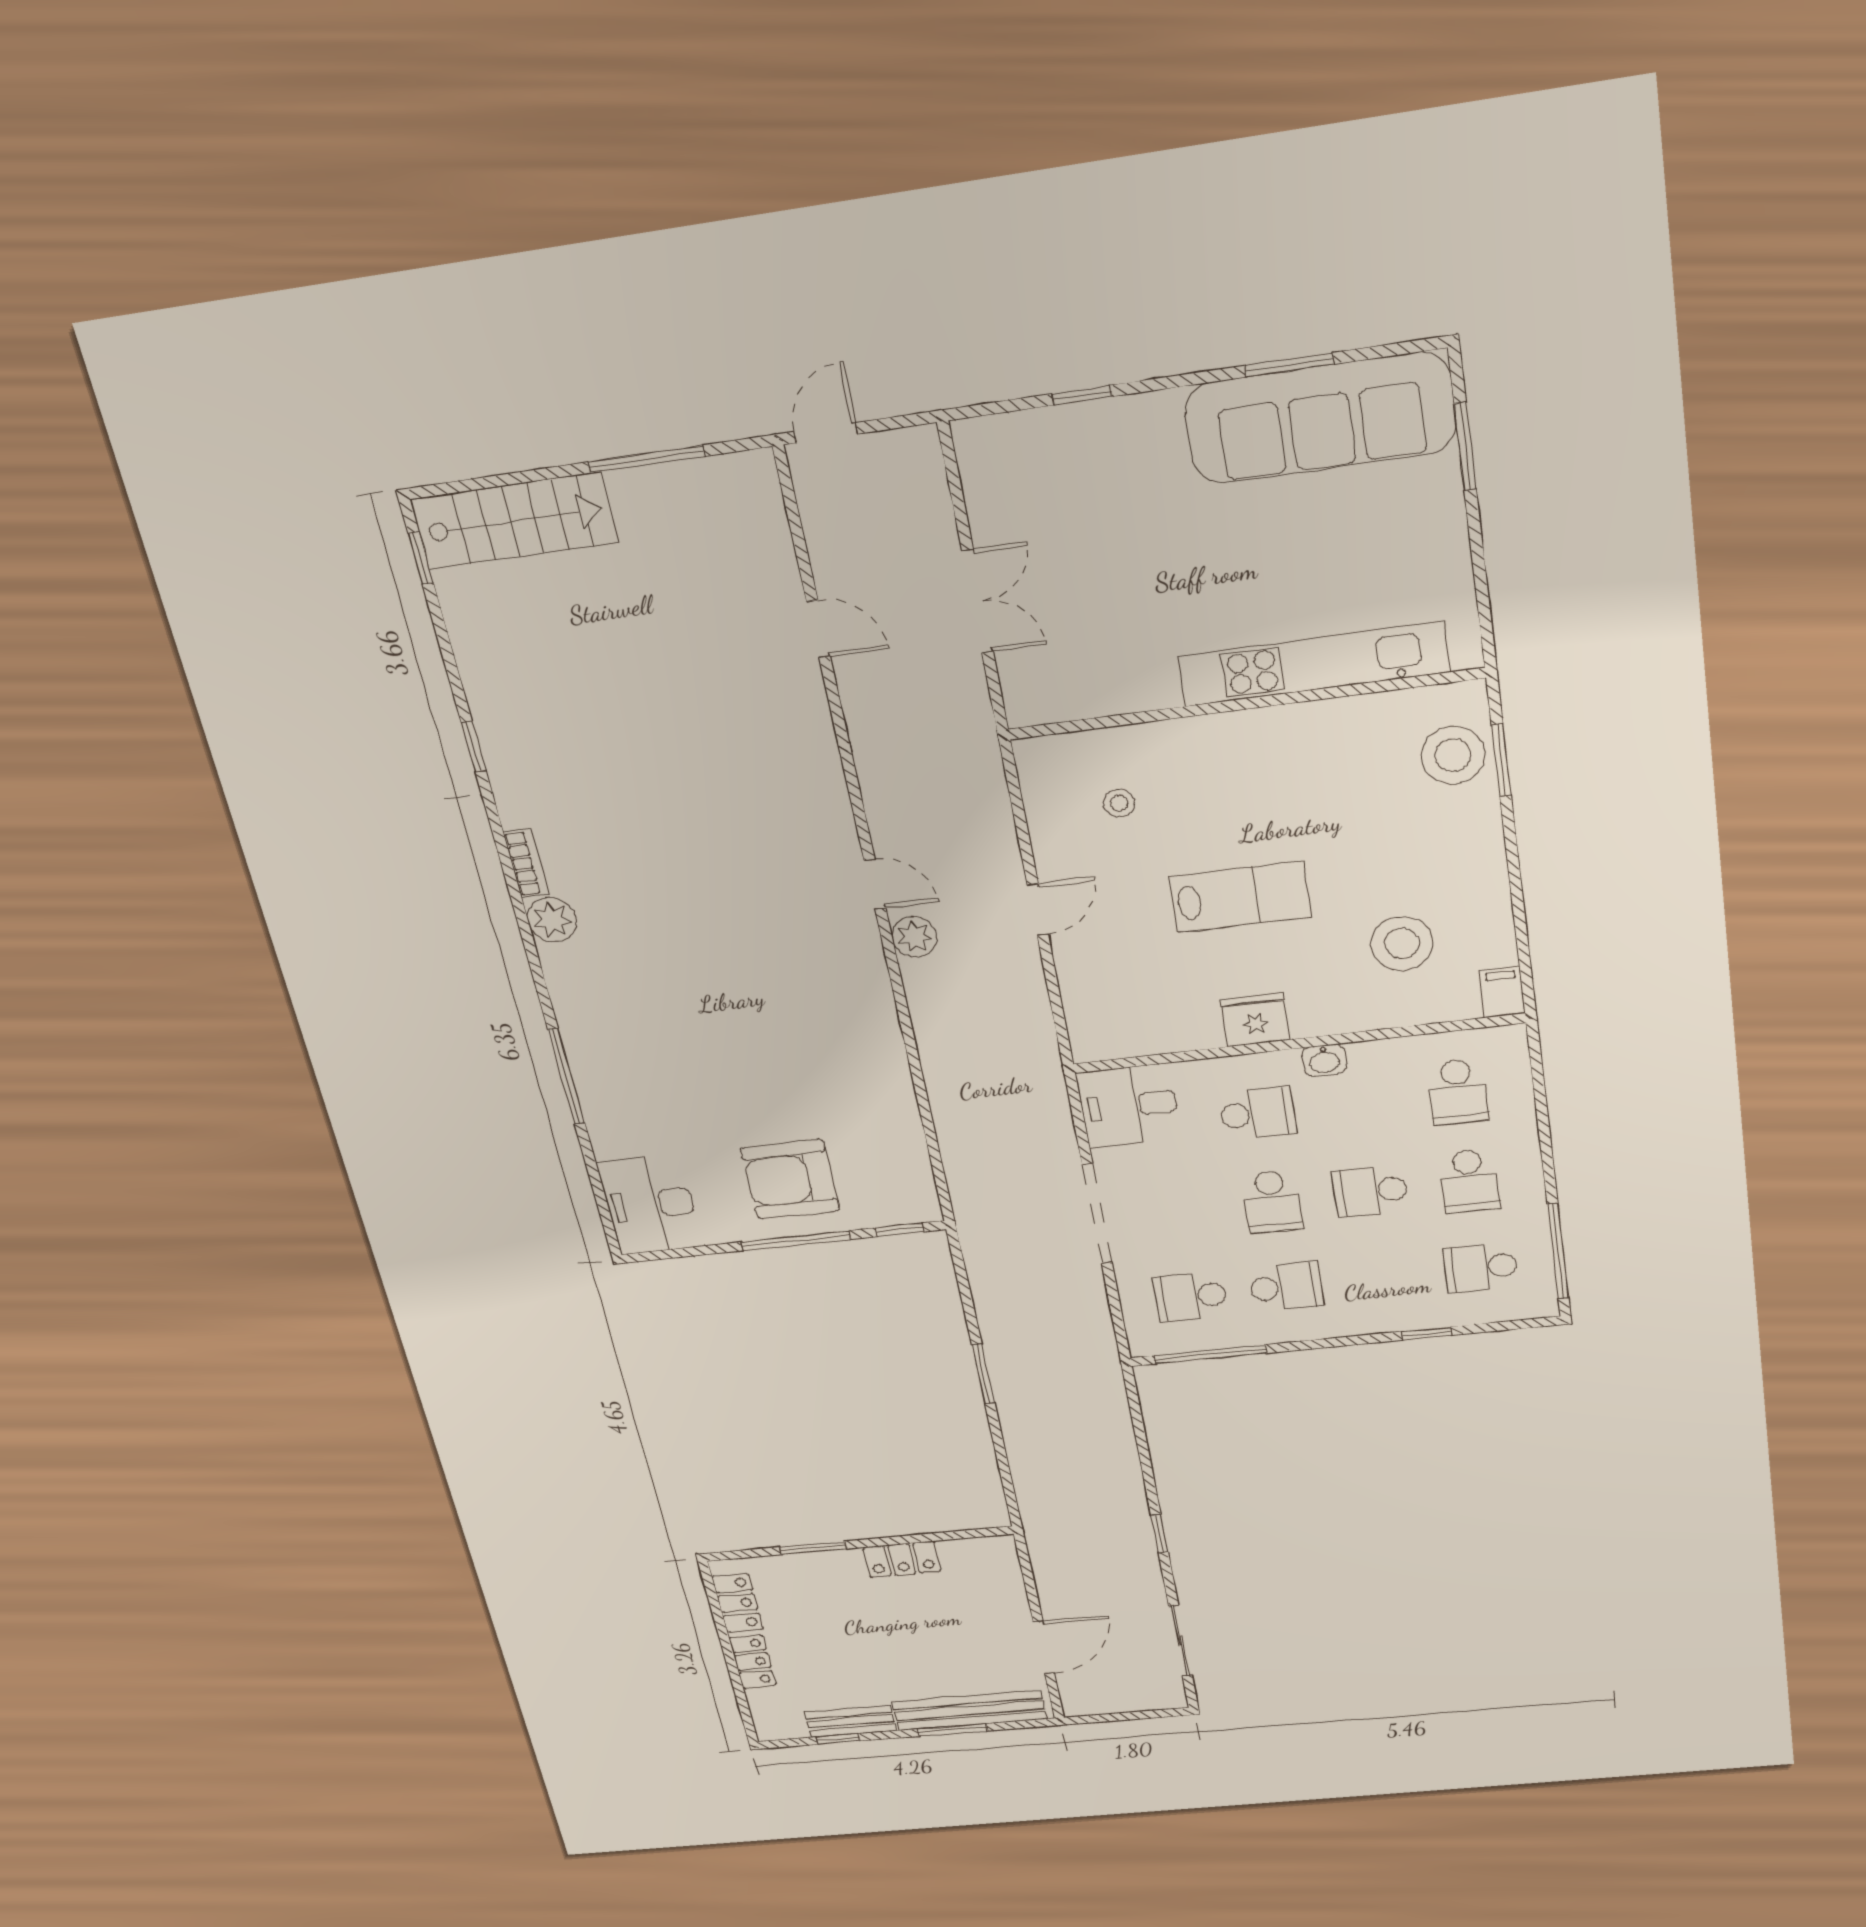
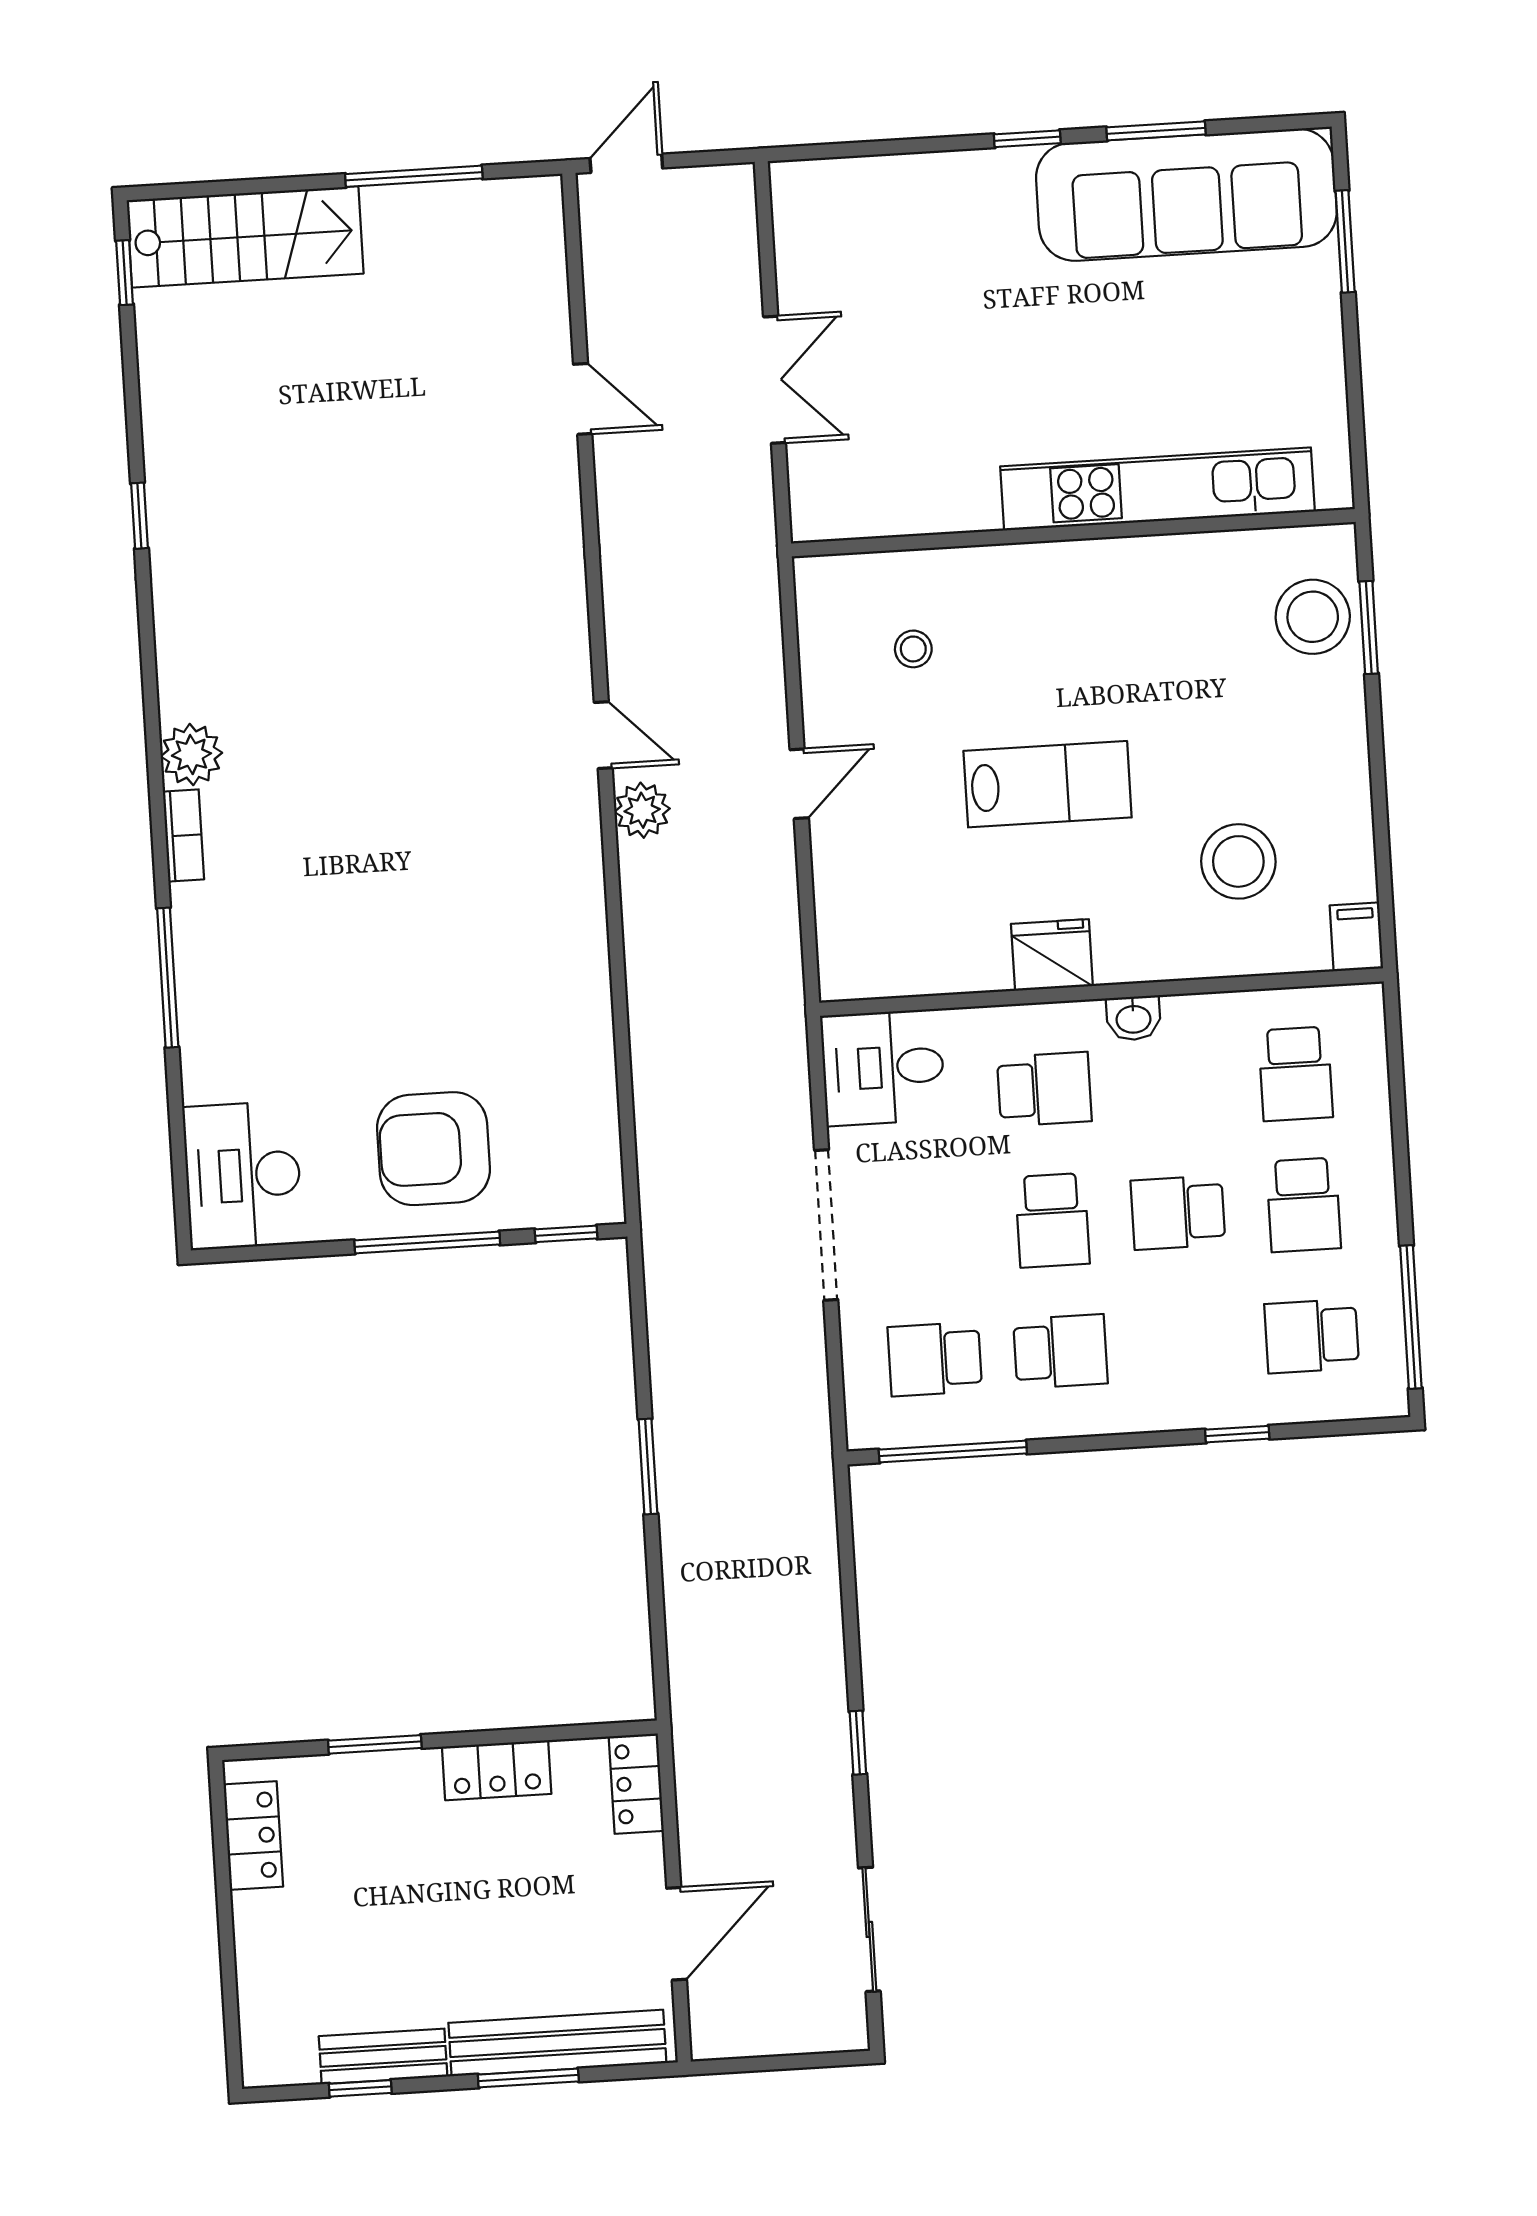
window: (1082, 395) -> (1027, 139), moved
bookcase: (526, 863) -> (183, 835), moved
locker: (752, 1662) -> (636, 1784), moved, turned 180

